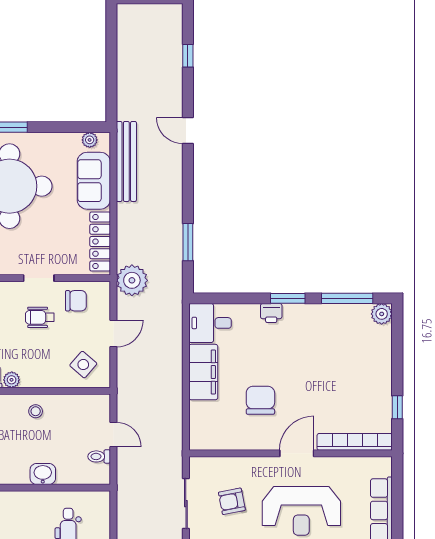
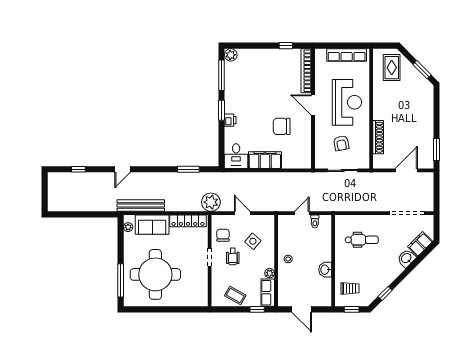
side table: (83, 365) -> (253, 241), moved
washbasin: (43, 474) -> (325, 270), moved

